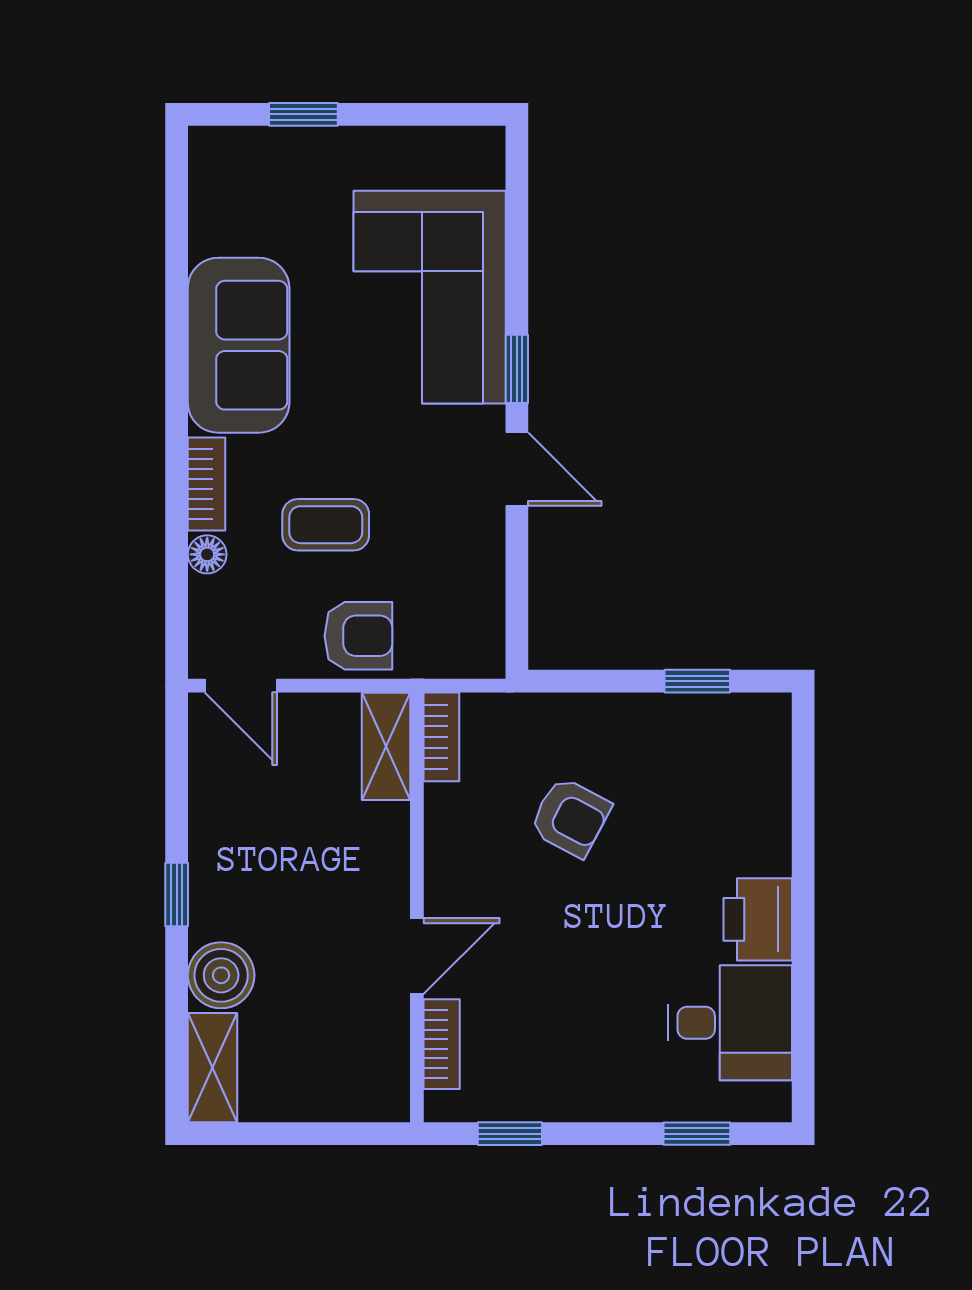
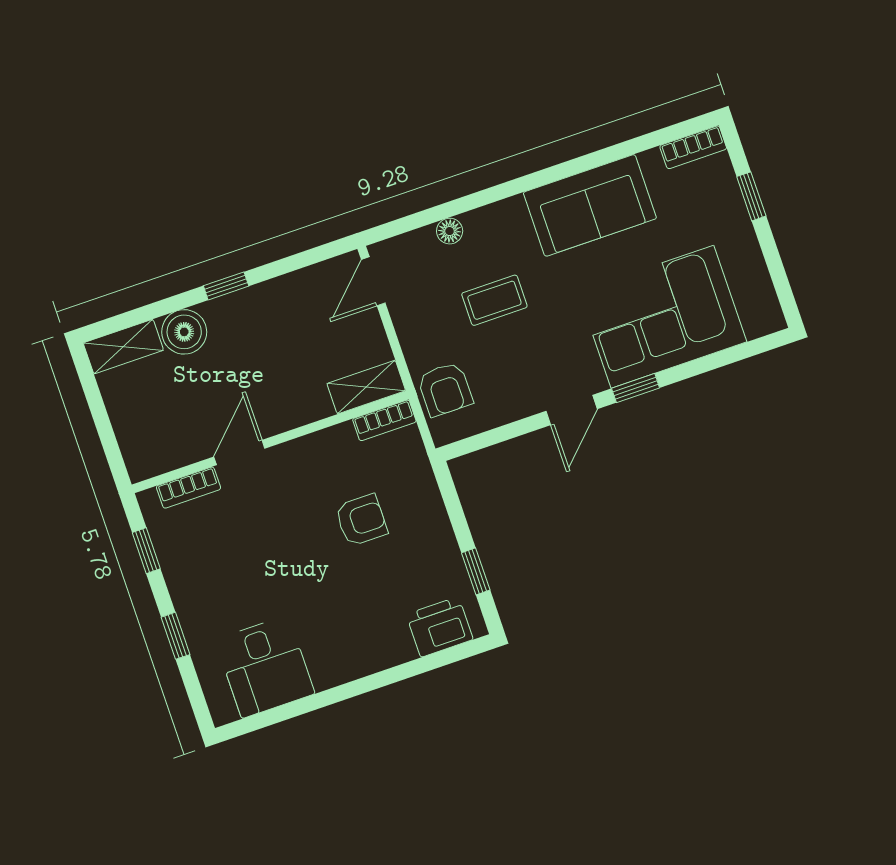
bookcase: (207, 484) -> (693, 147), moved
coffee table: (326, 525) -> (494, 300), turned 90
armchair: (358, 636) -> (445, 389), moved
armchair: (570, 817) -> (361, 520), turned -118
printer: (758, 919) -> (440, 627), moved
door: (417, 956) -> (239, 453), swing flipped
window: (697, 1134) -> (175, 636), moved

